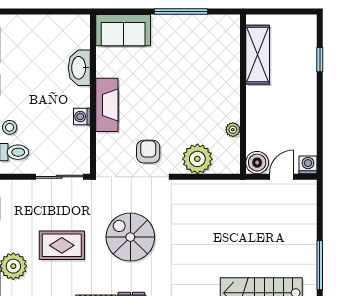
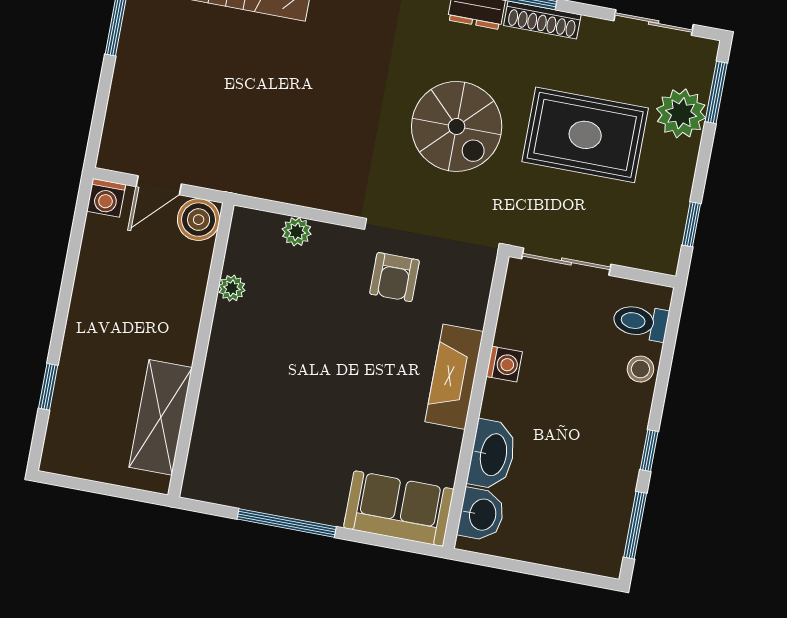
washbasin: (79, 35) -> (481, 514), added
plant: (197, 159) -> (297, 232), width x0.53, depth x0.53
rug: (62, 245) -> (585, 135), width x1.36, depth x1.43

